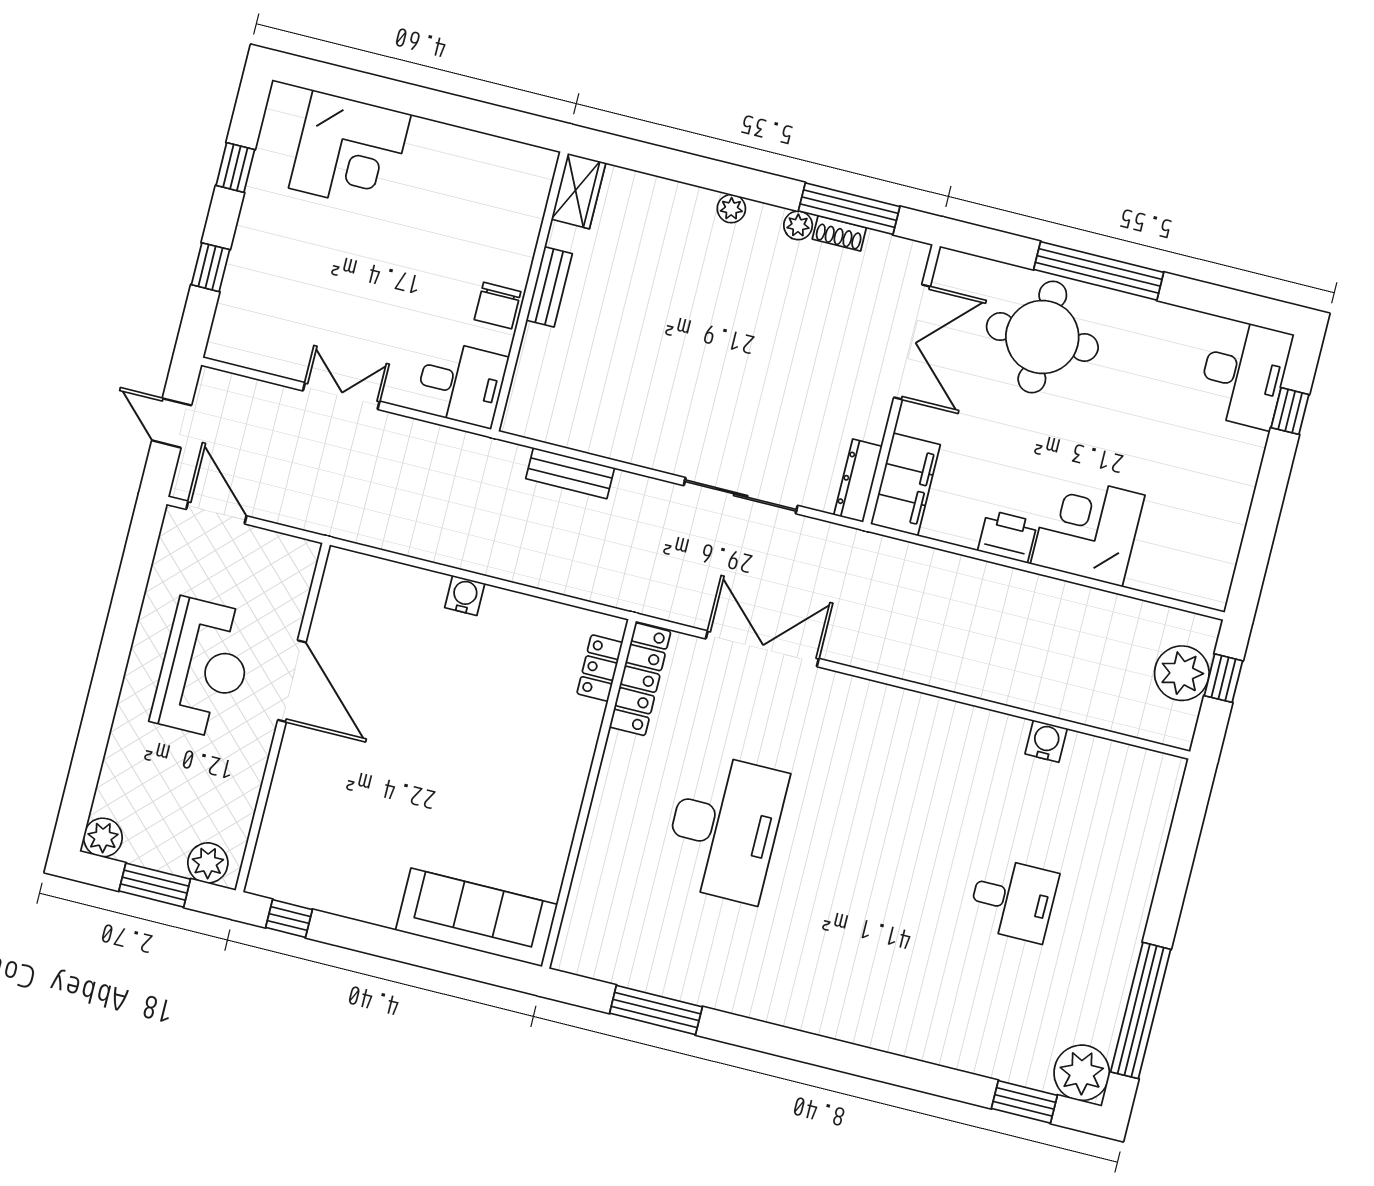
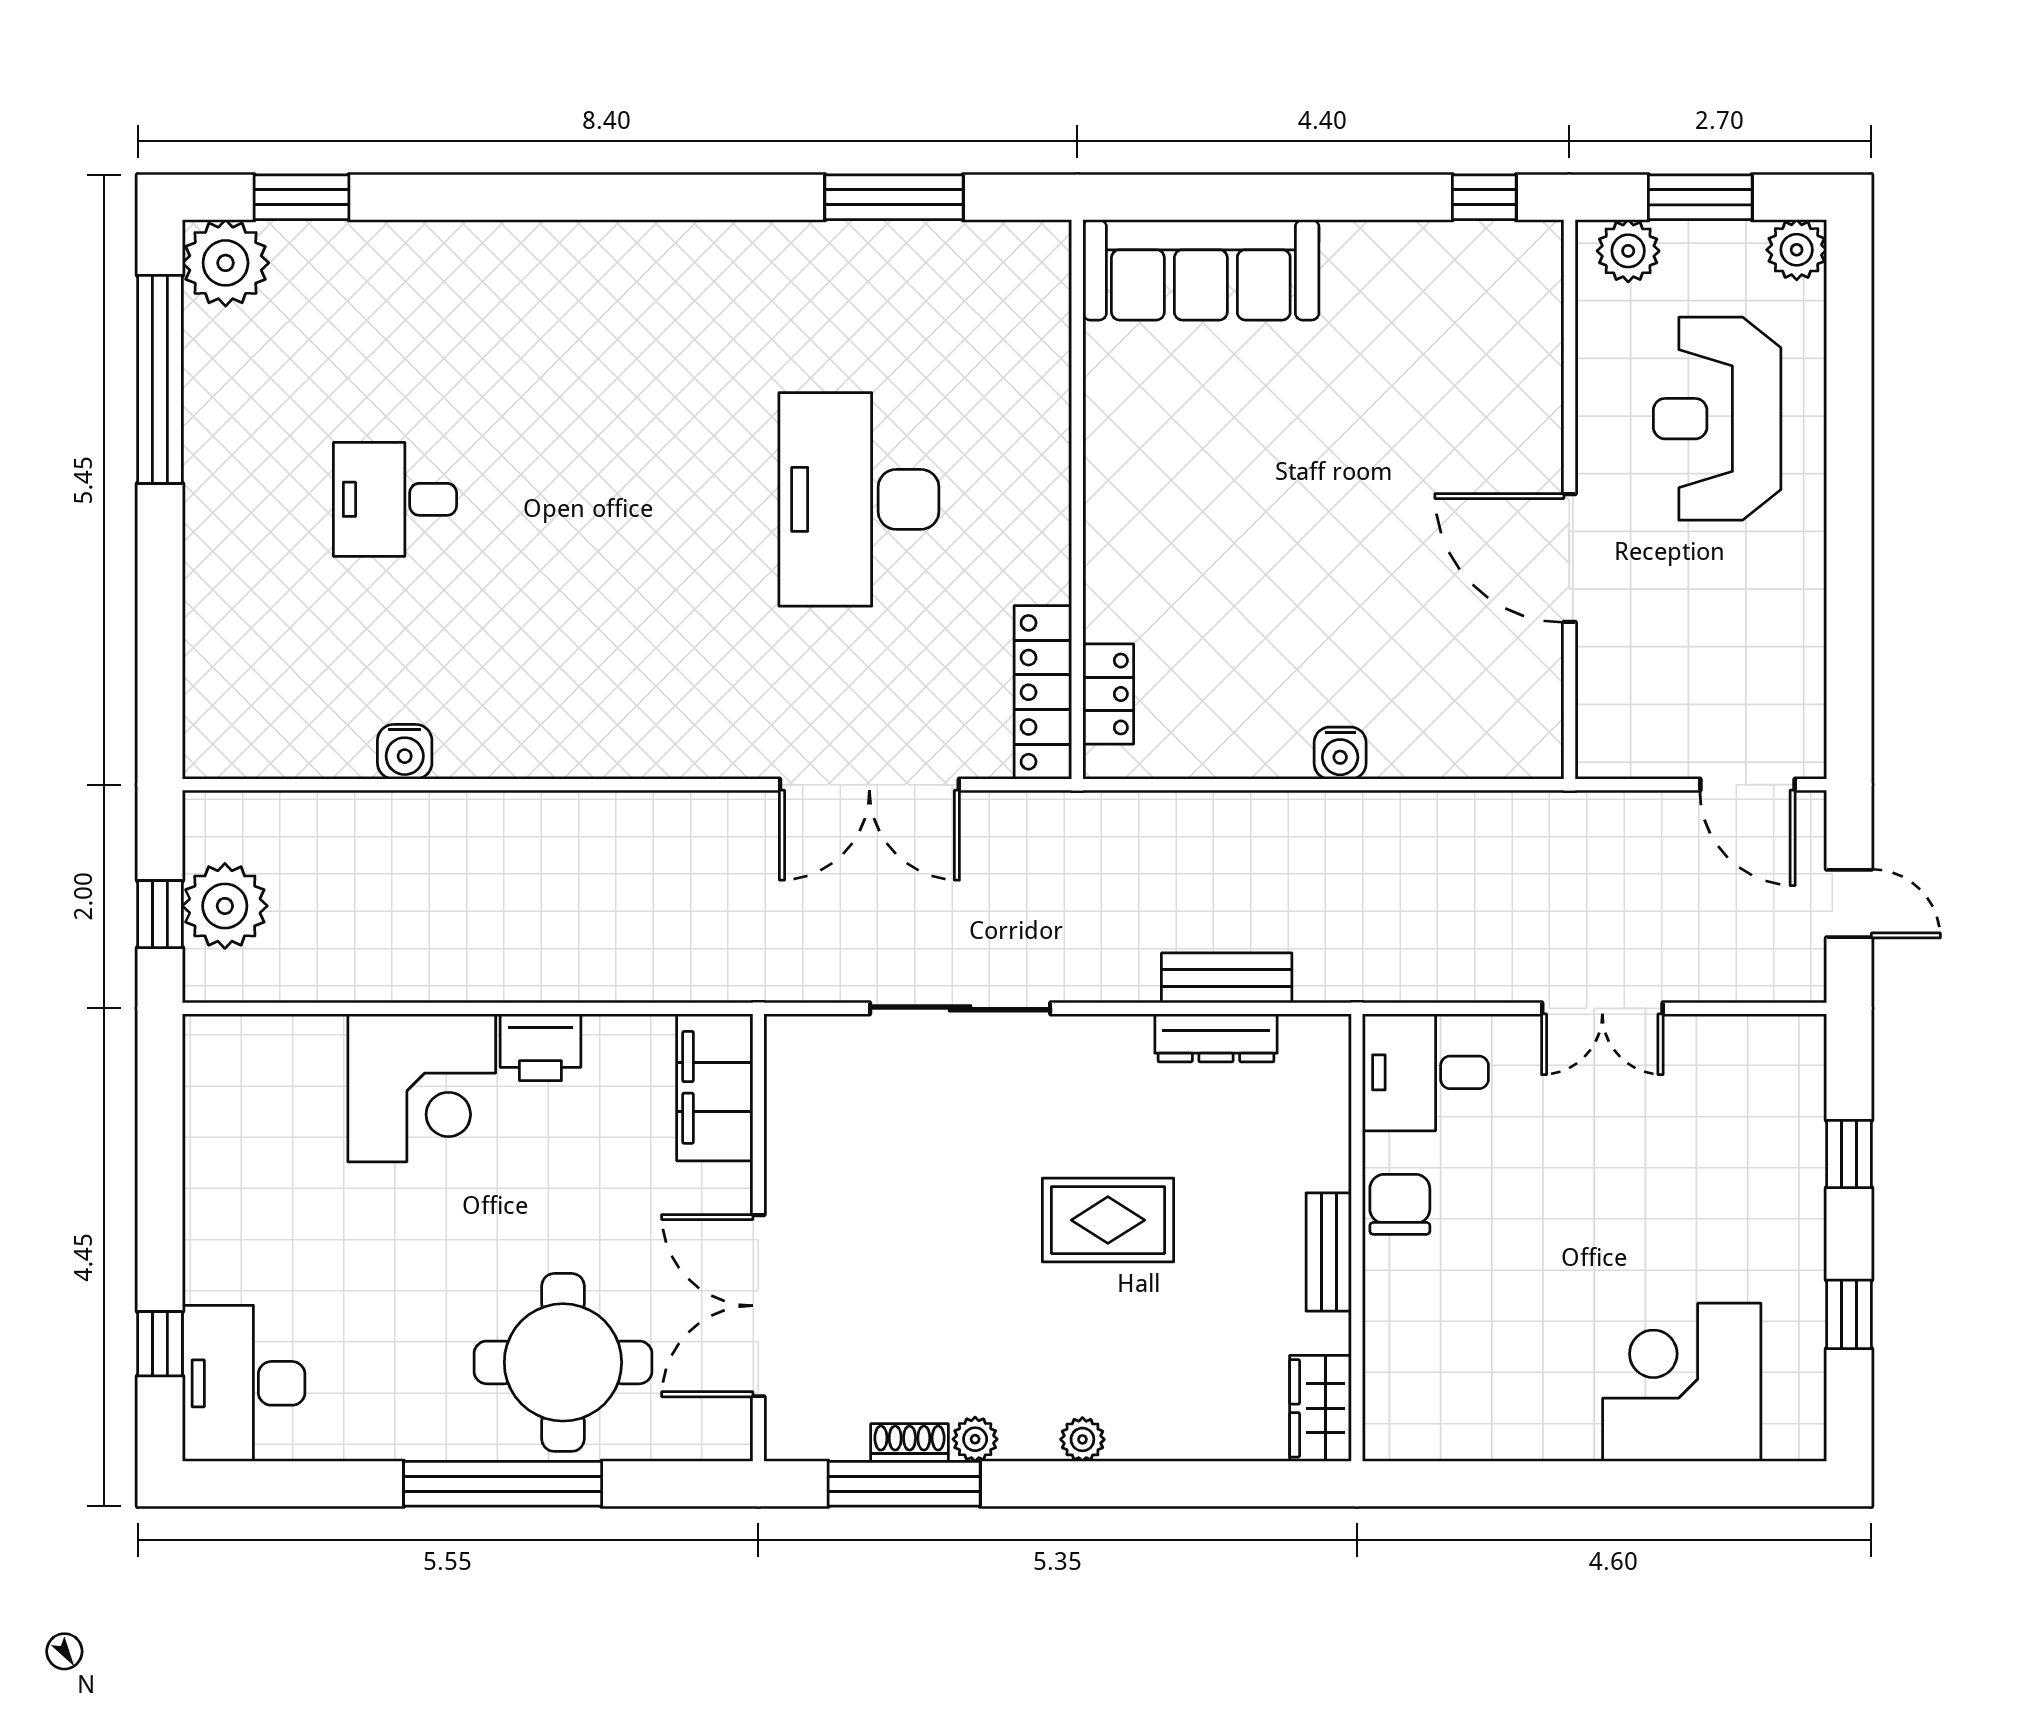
rug: (681, 341) -> (1108, 1220), added
dresser: (858, 481) -> (1216, 1038), moved, turned 90
reception desk: (204, 668) -> (1717, 419), moved

